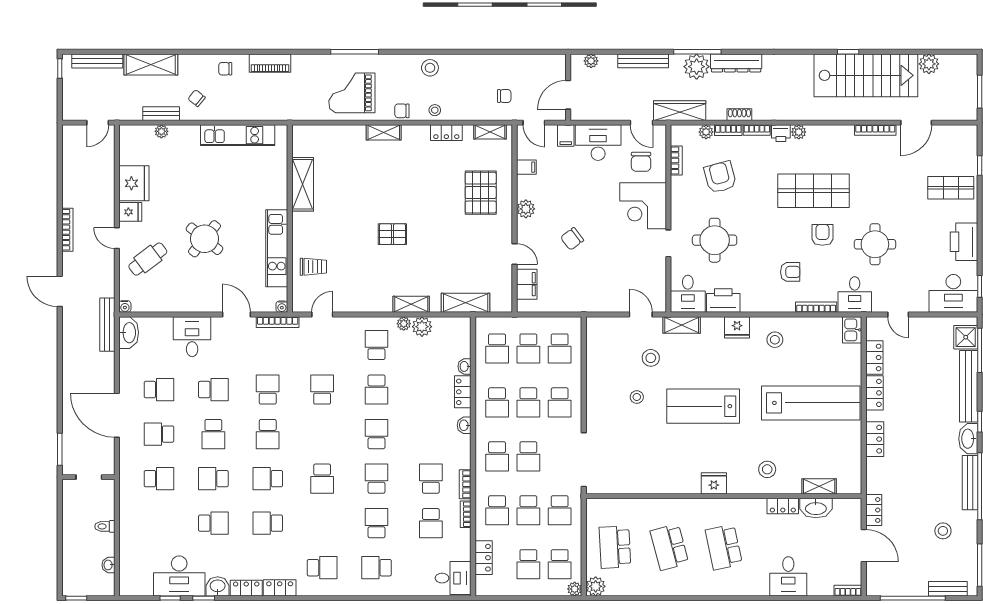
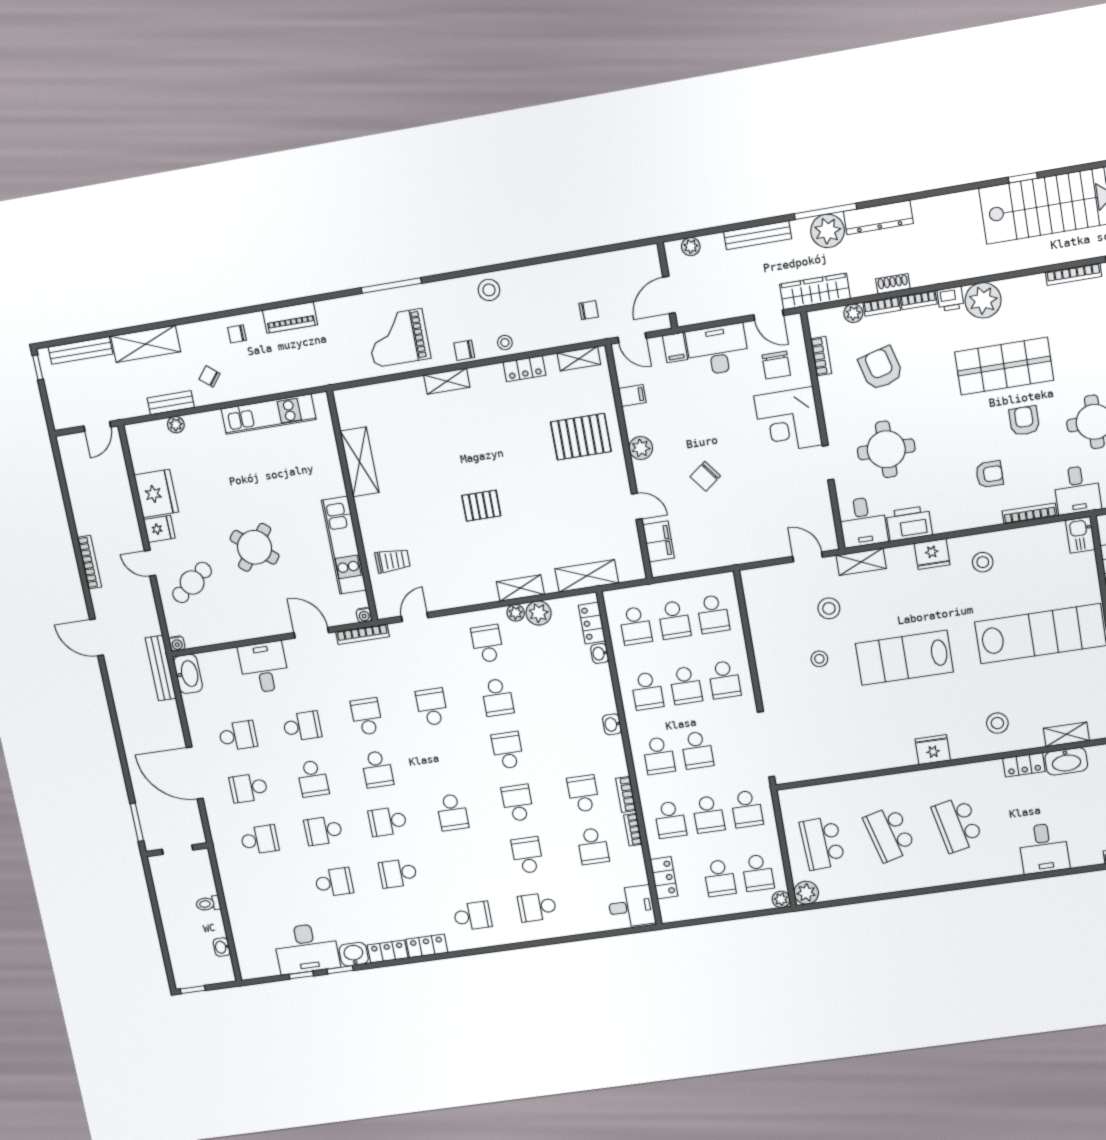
plant: (799, 132) -> (983, 300), width x1.88, depth x1.88
pallet: (481, 193) -> (581, 437), turned 90
locker: (463, 392) -> (592, 623), moved

